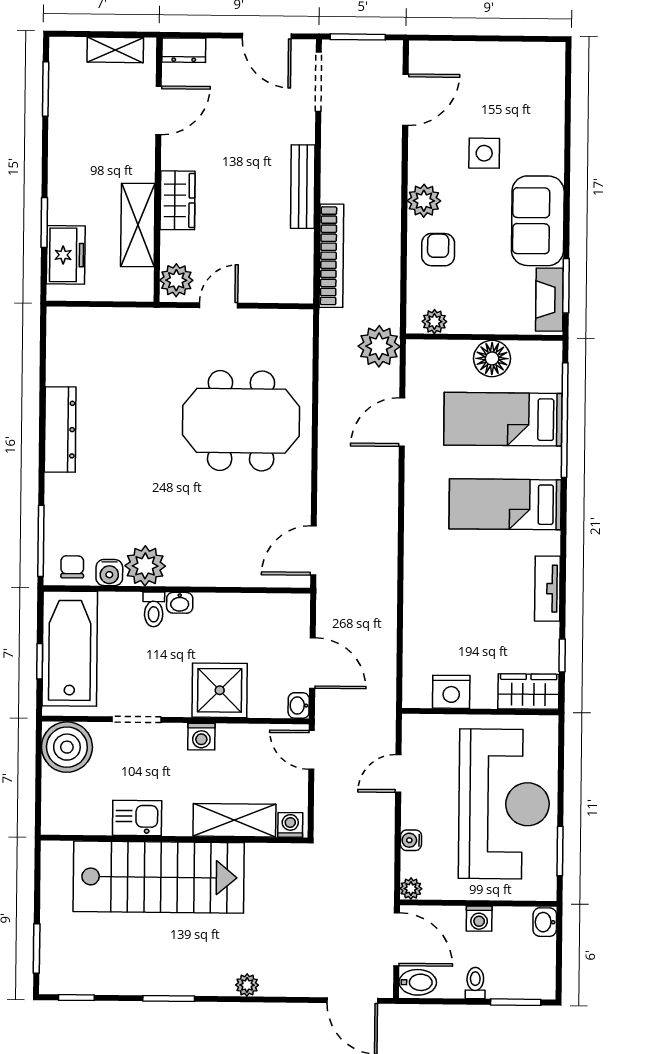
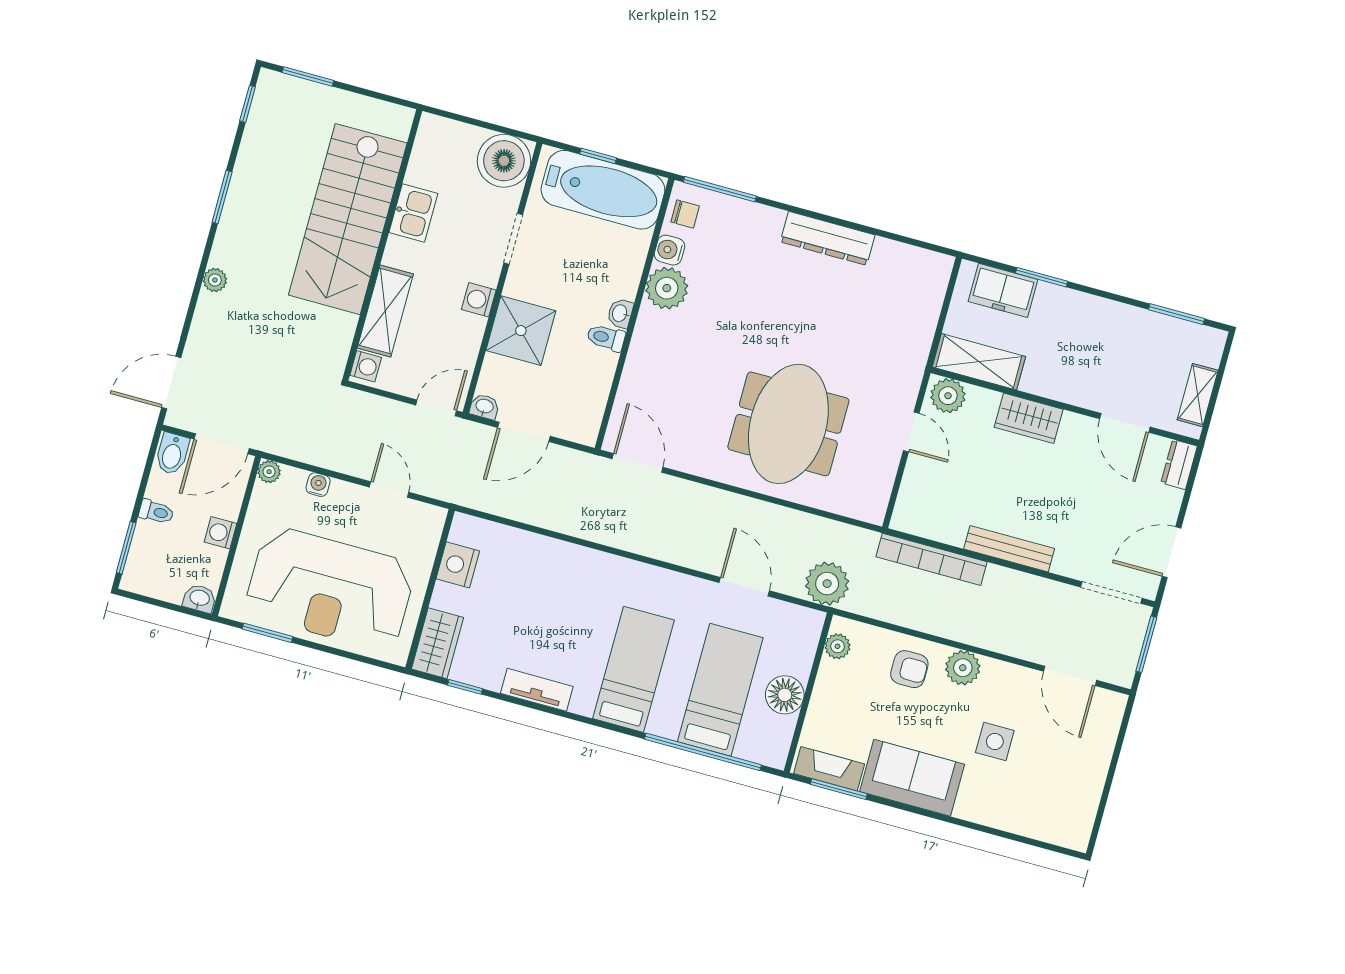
shelving: (138, 225) -> (979, 362), moved
toilet: (154, 609) -> (606, 338), moved

